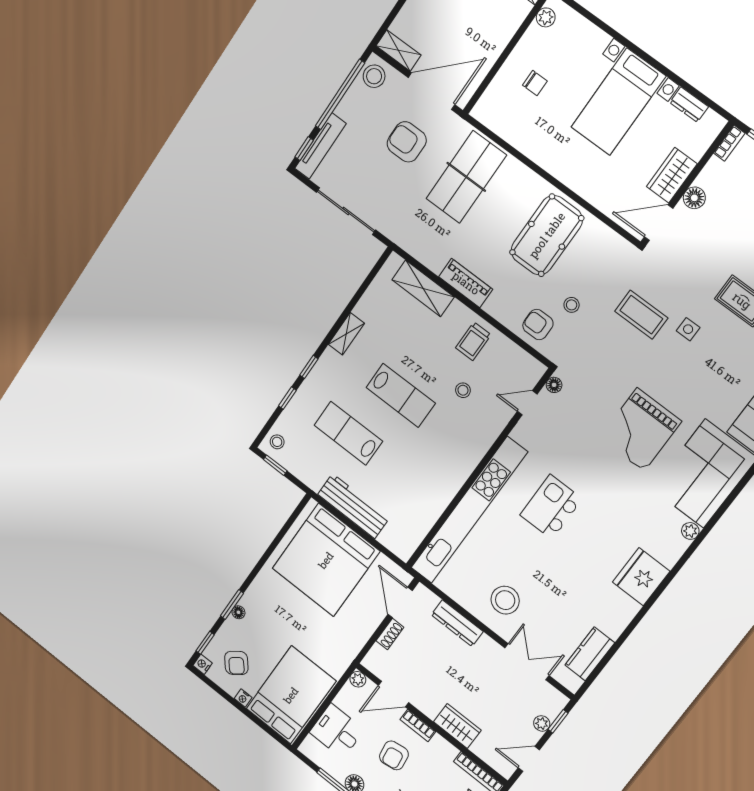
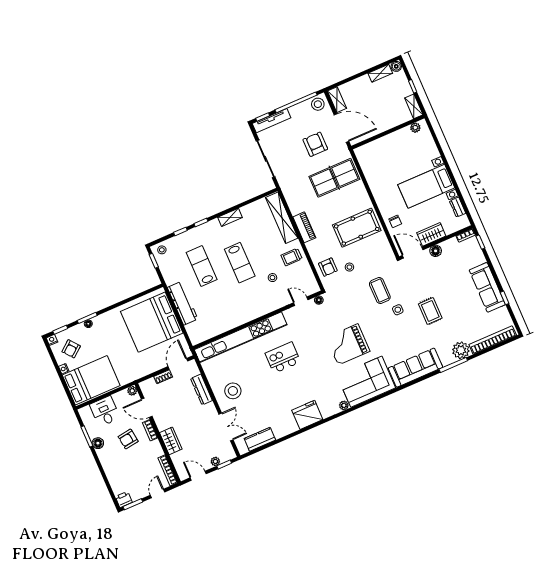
chair: (535, 83) -> (395, 221), moved
shelving: (423, 288) -> (282, 218), width x1.47
armchair: (538, 325) -> (328, 267), turned 180

